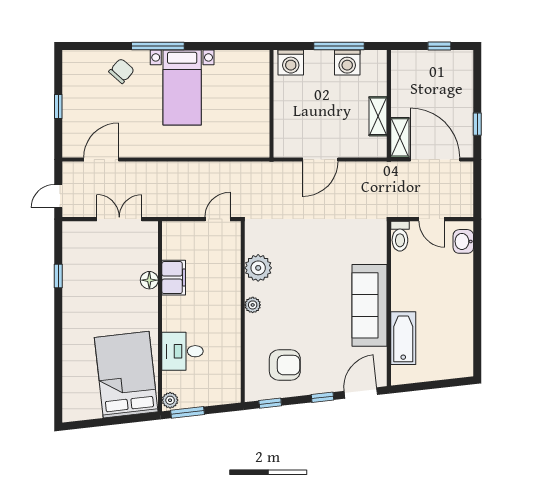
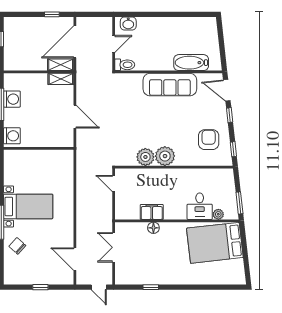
shelving: (378, 116) -> (61, 79), moved
plant: (253, 305) -> (165, 156), width x1.87, depth x1.87
plant: (170, 400) -> (218, 214), moved

